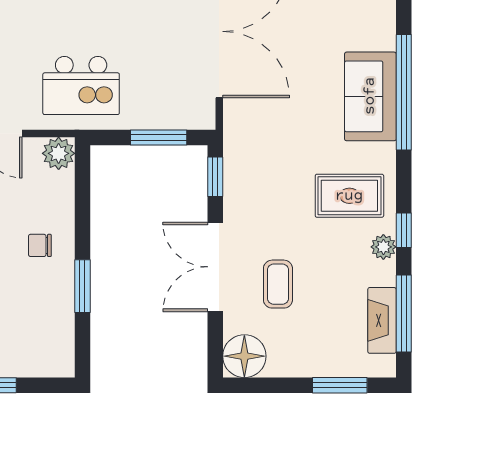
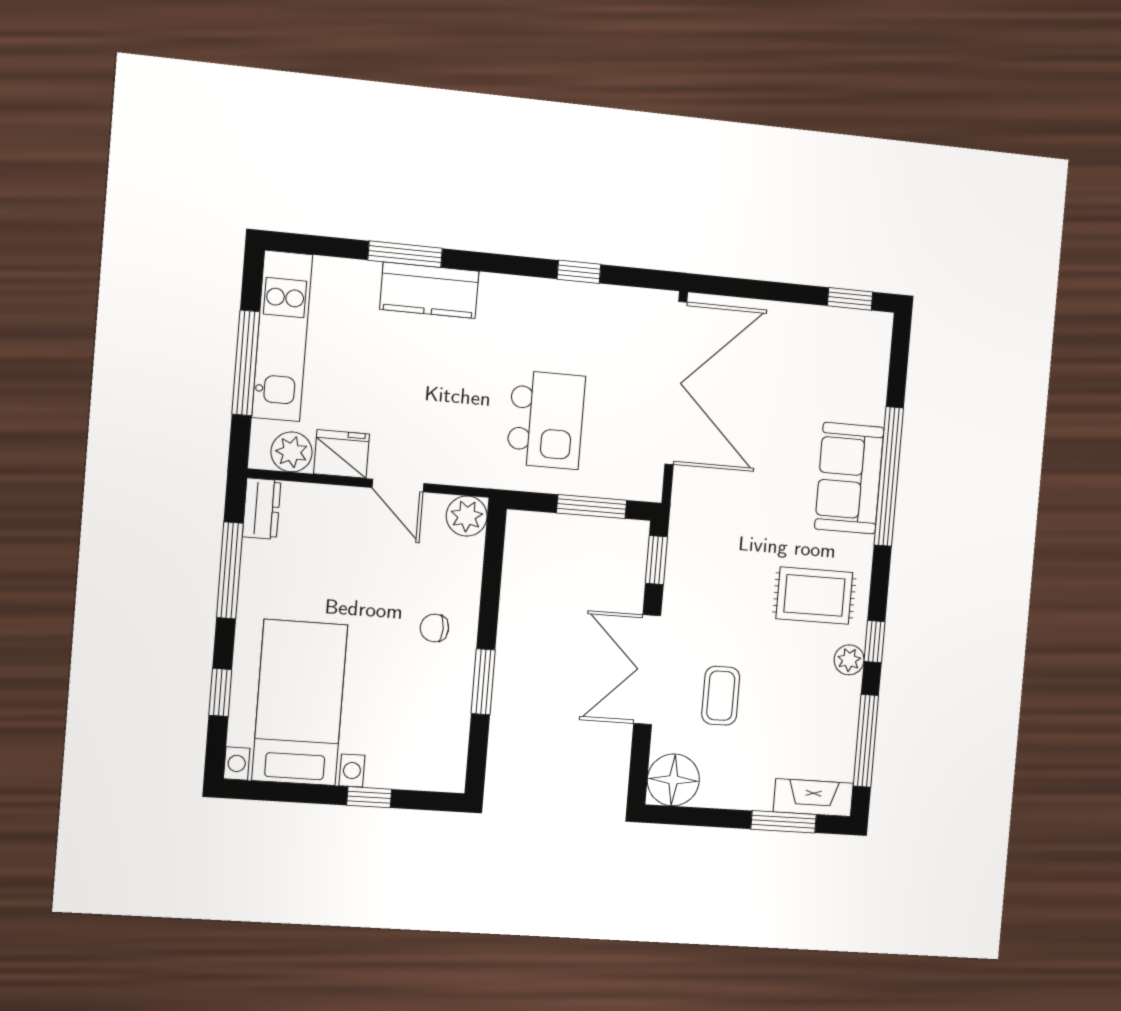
kitchen island: (81, 86) -> (546, 420), moved, turned -90
fireplace: (382, 320) -> (813, 798), moved, turned 90

